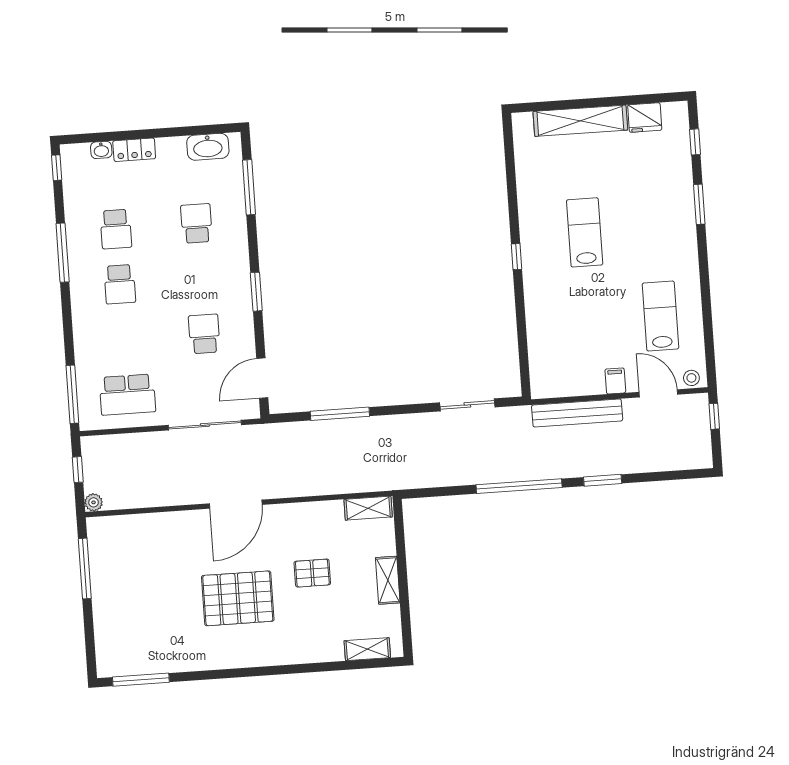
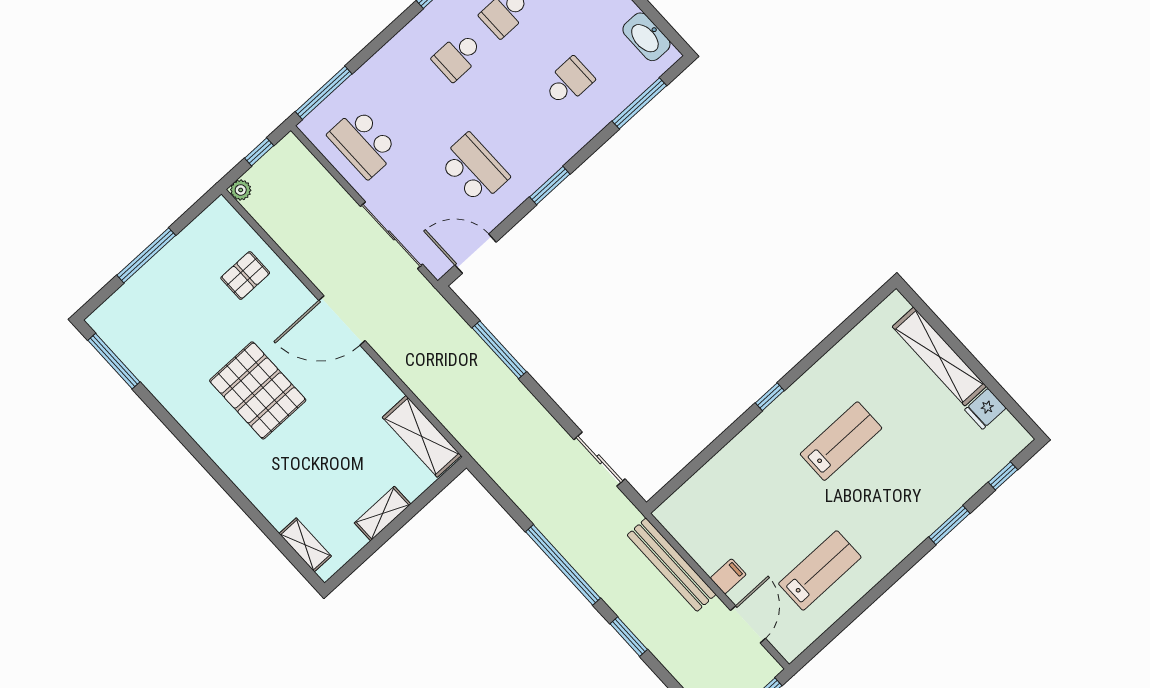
fridge: (645, 118) -> (985, 409), width x0.72
school desk: (204, 334) -> (474, 169), width x1.85
stool: (691, 378) -> (786, 643), removed
shelving: (368, 508) -> (422, 436), width x1.50, depth x1.33
window: (85, 569) -> (146, 255), moved
pallet: (312, 573) -> (245, 275), moved, turned 90

